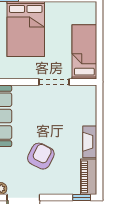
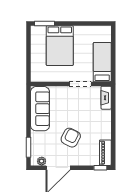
fireplace: (90, 142) -> (106, 98), moved

